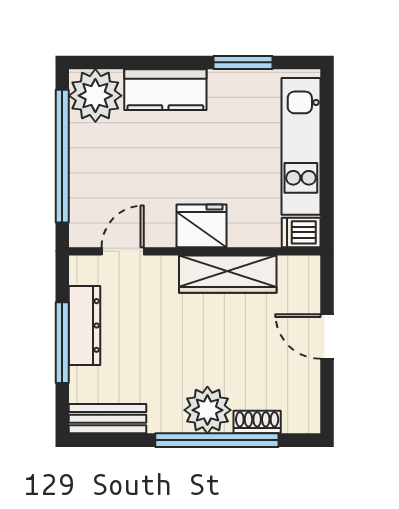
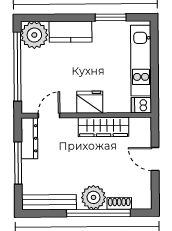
dresser: (84, 325) -> (29, 138), moved
bench: (108, 419) -> (49, 202), width x1.36

